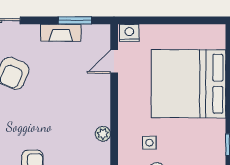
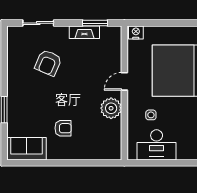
door: (114, 62) -> (124, 81), moved
plant: (103, 134) -> (111, 108), width x1.87, depth x1.87

